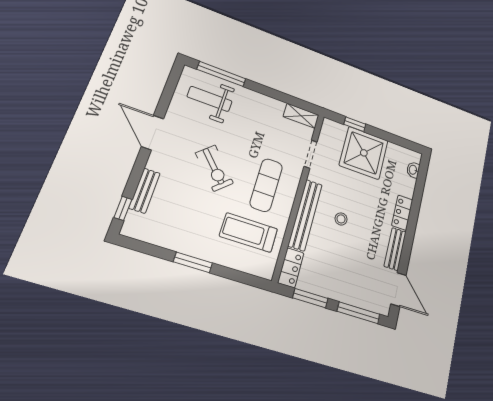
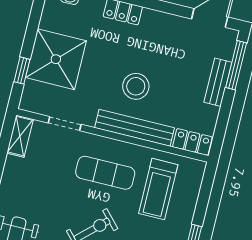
stool: (341, 219) -> (136, 86), width x1.89, depth x1.89
bench: (395, 249) -> (218, 82), moved, turned 90
window: (310, 298) -> (223, 120), removed

